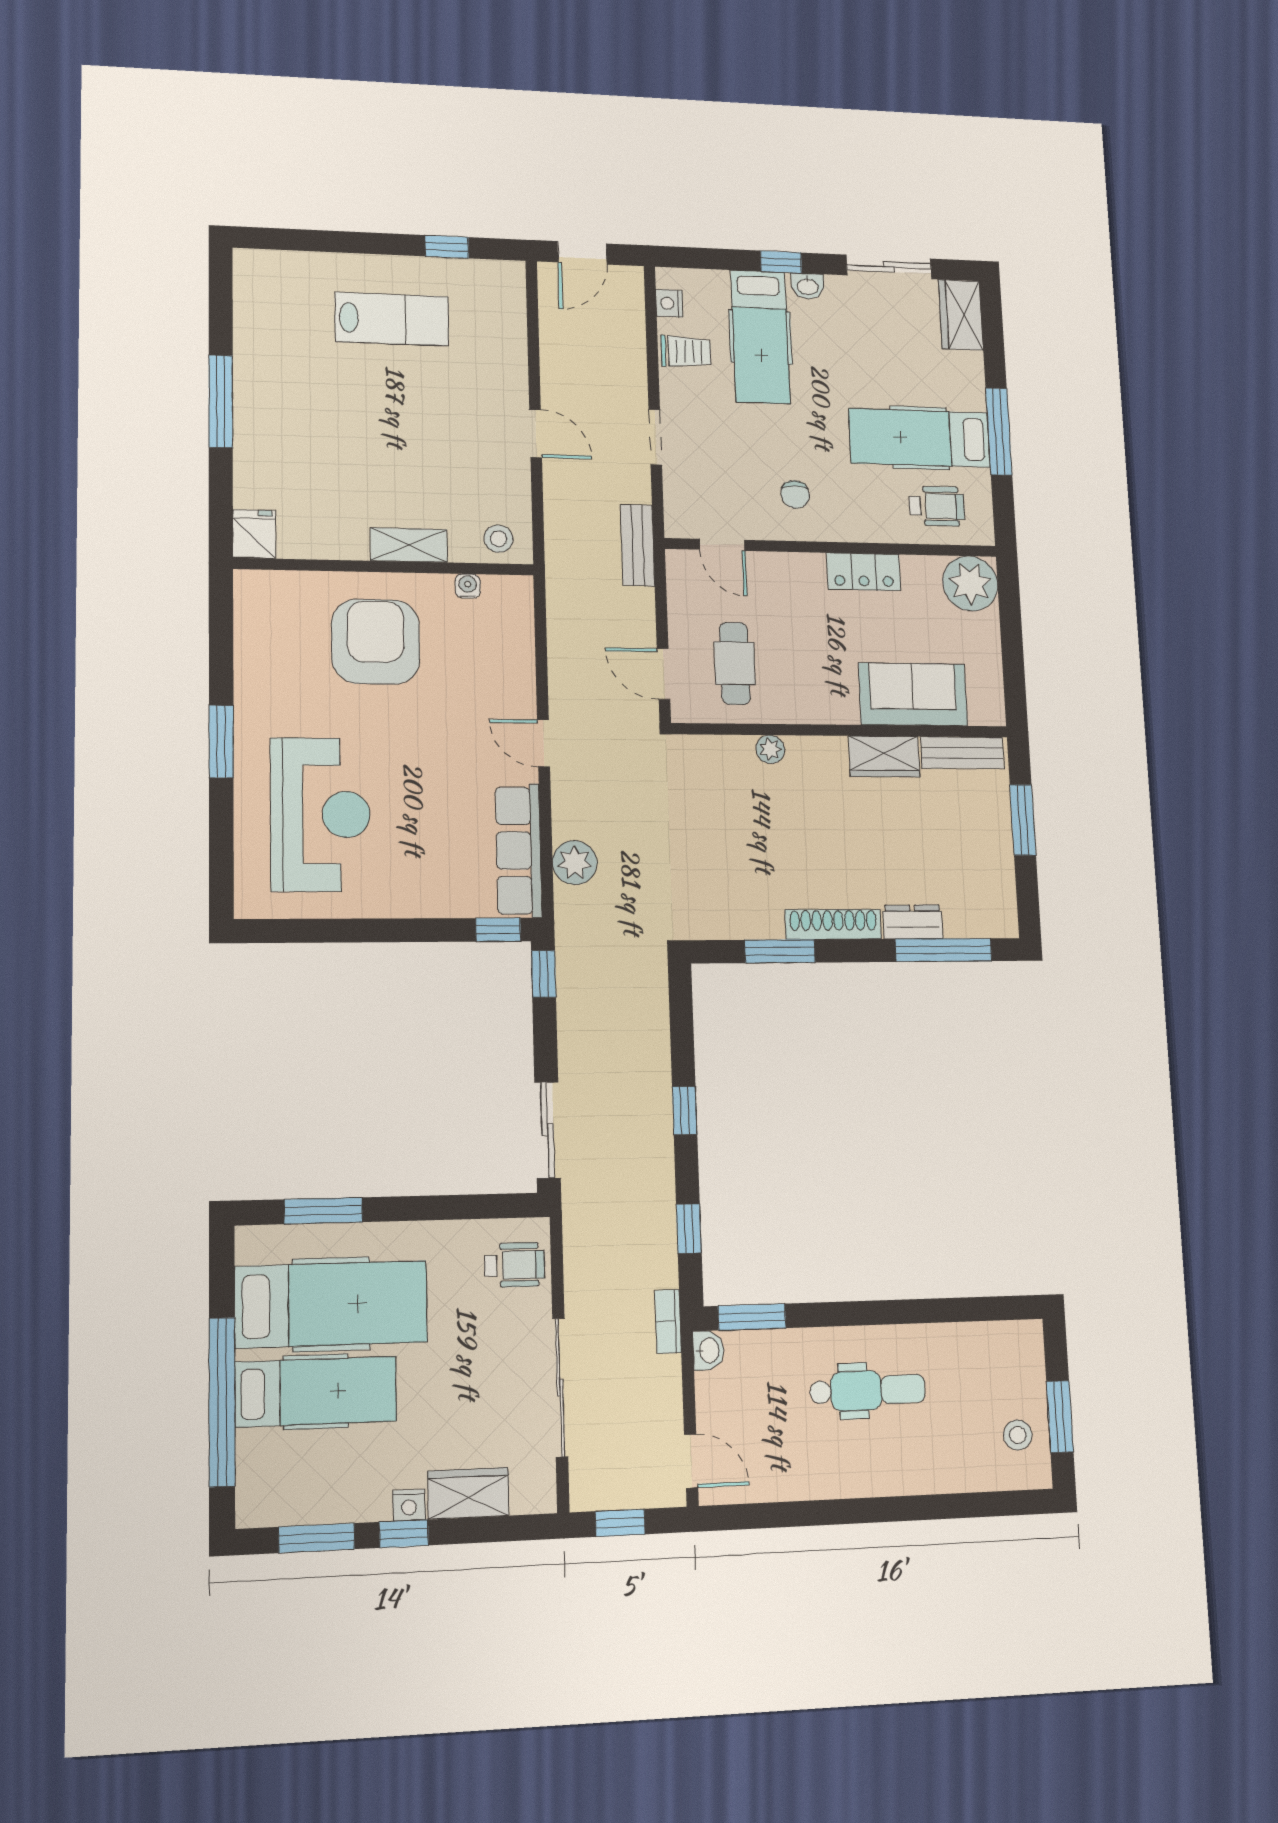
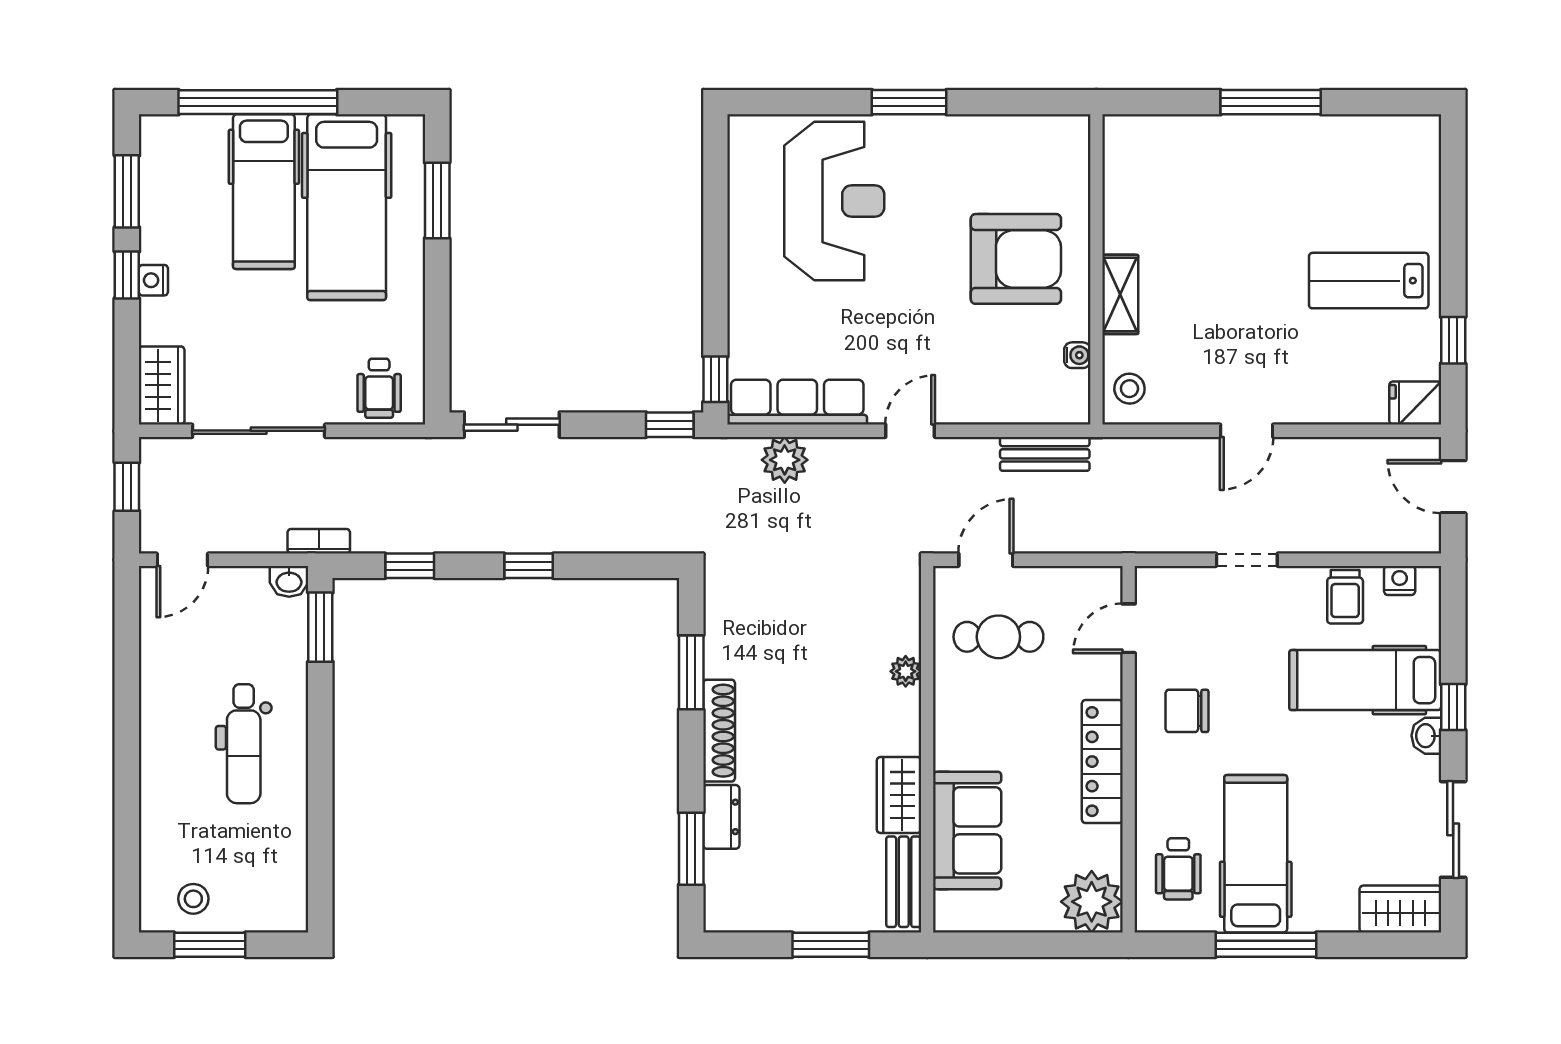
lab bench: (392, 319) -> (1369, 281), turned 90
chair: (795, 495) -> (1187, 711), width x1.37, depth x1.37
fridge: (254, 534) -> (1415, 403), moved, turned 180
bench: (638, 545) -> (1045, 454), moved
locker: (864, 572) -> (1102, 762), width x1.53
reception desk: (320, 814) -> (834, 201), turned -90
window: (943, 950) -> (691, 849), width x0.69
wardrobe: (468, 1493) -> (162, 385), moved

